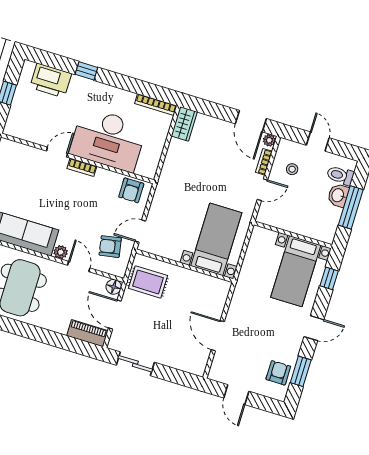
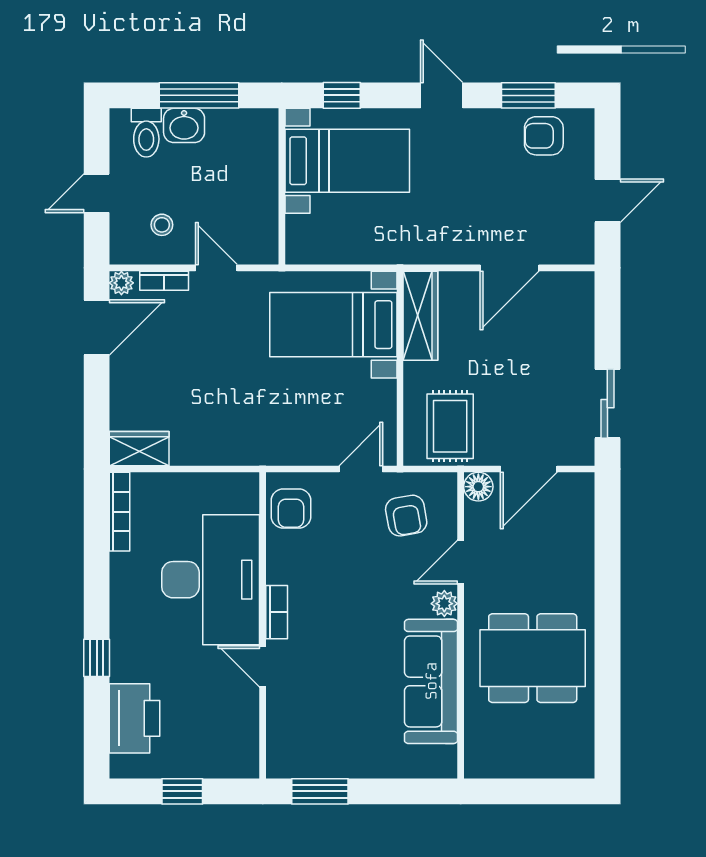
armchair: (131, 190) -> (291, 509), turned 90
door: (140, 231) -> (361, 469), swing flipped
wardrobe: (208, 284) -> (420, 316), added
piano: (87, 333) -> (578, 509), removed

